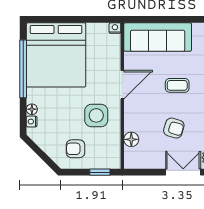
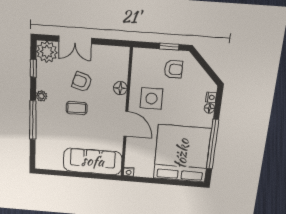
door: (122, 85) -> (126, 124), swing flipped
coffee table: (177, 85) -> (77, 108), moved
floor lamp: (131, 139) -> (120, 88), moved
window: (100, 172) -> (169, 47), moved

